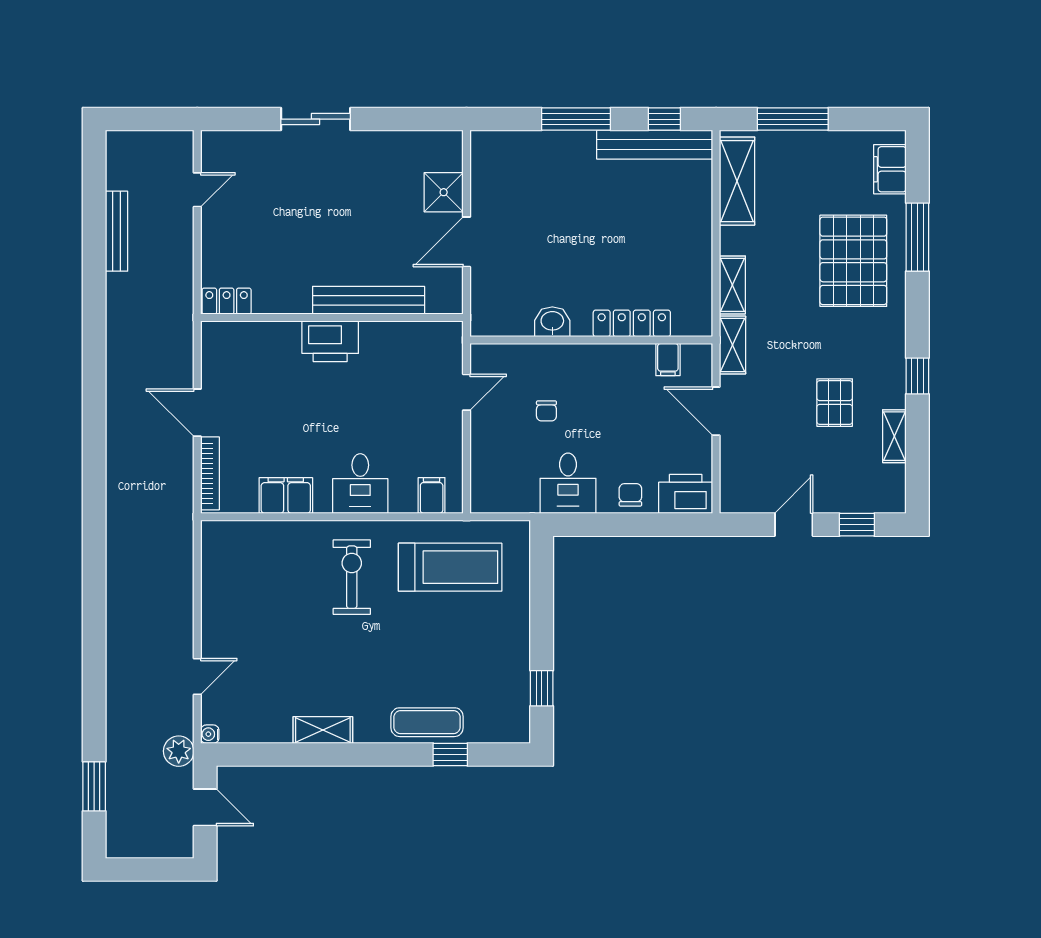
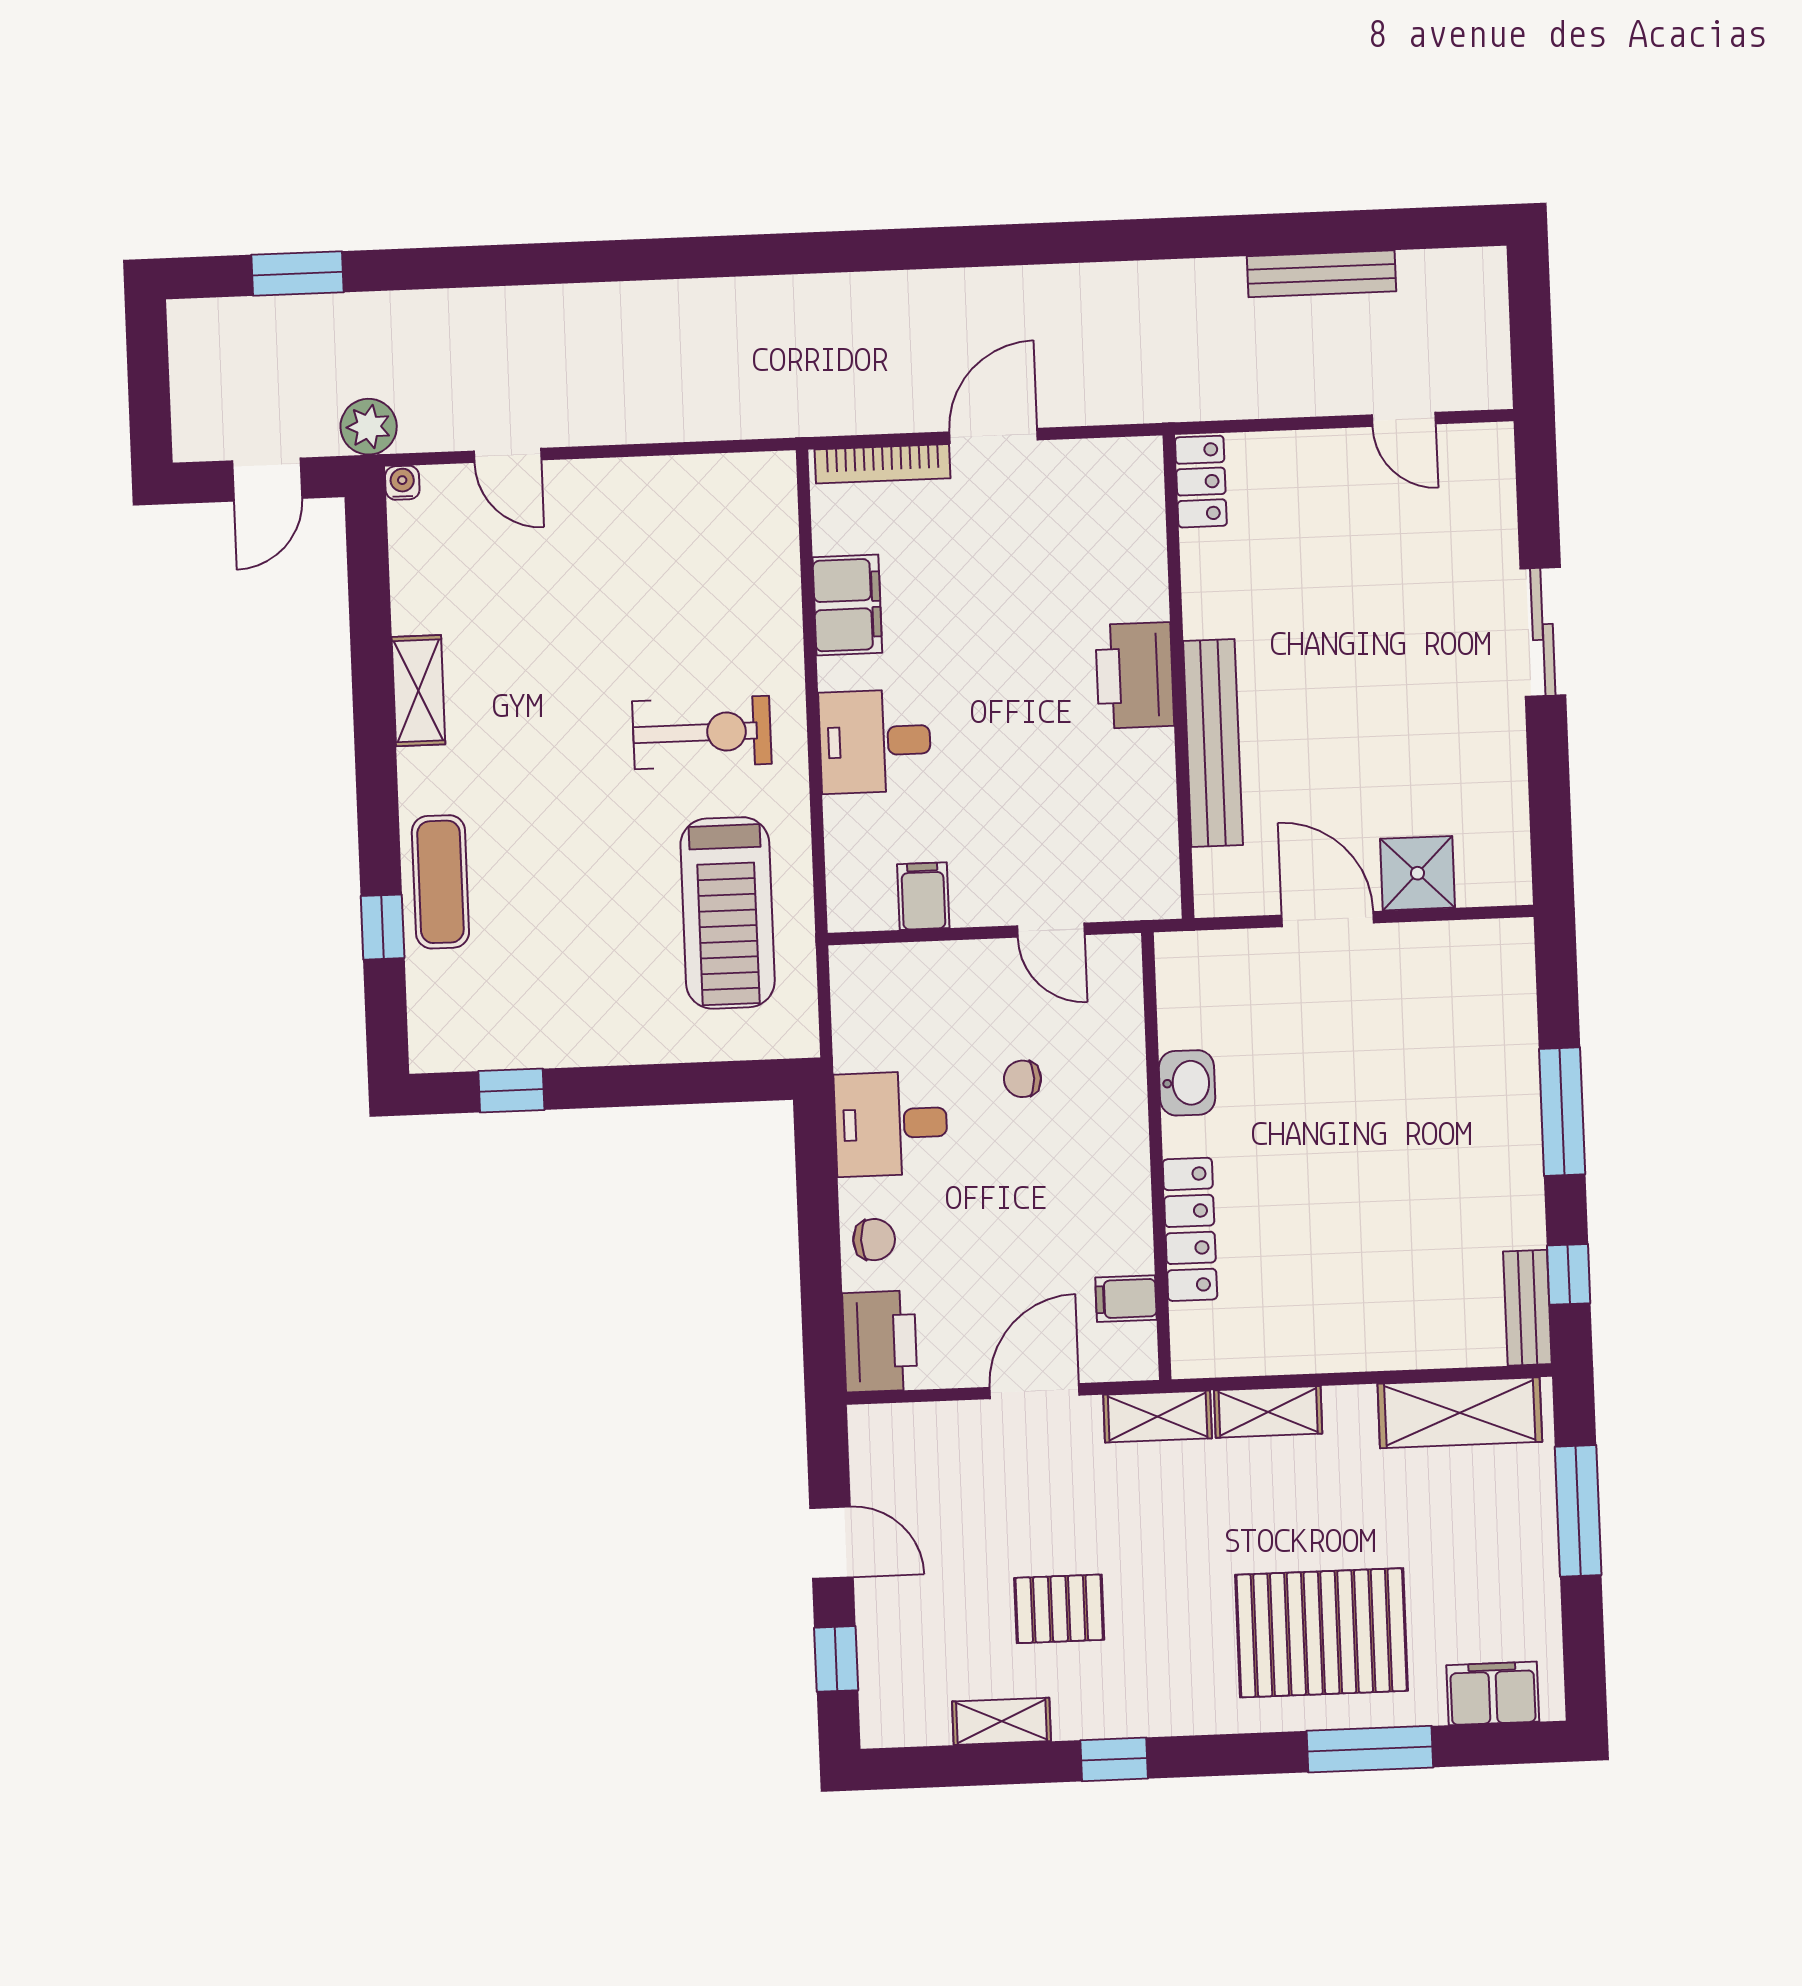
bench: (655, 145) -> (1527, 1308), width x0.54, depth x0.82
filing cabinet: (432, 495) -> (923, 896), moved, turned -90

